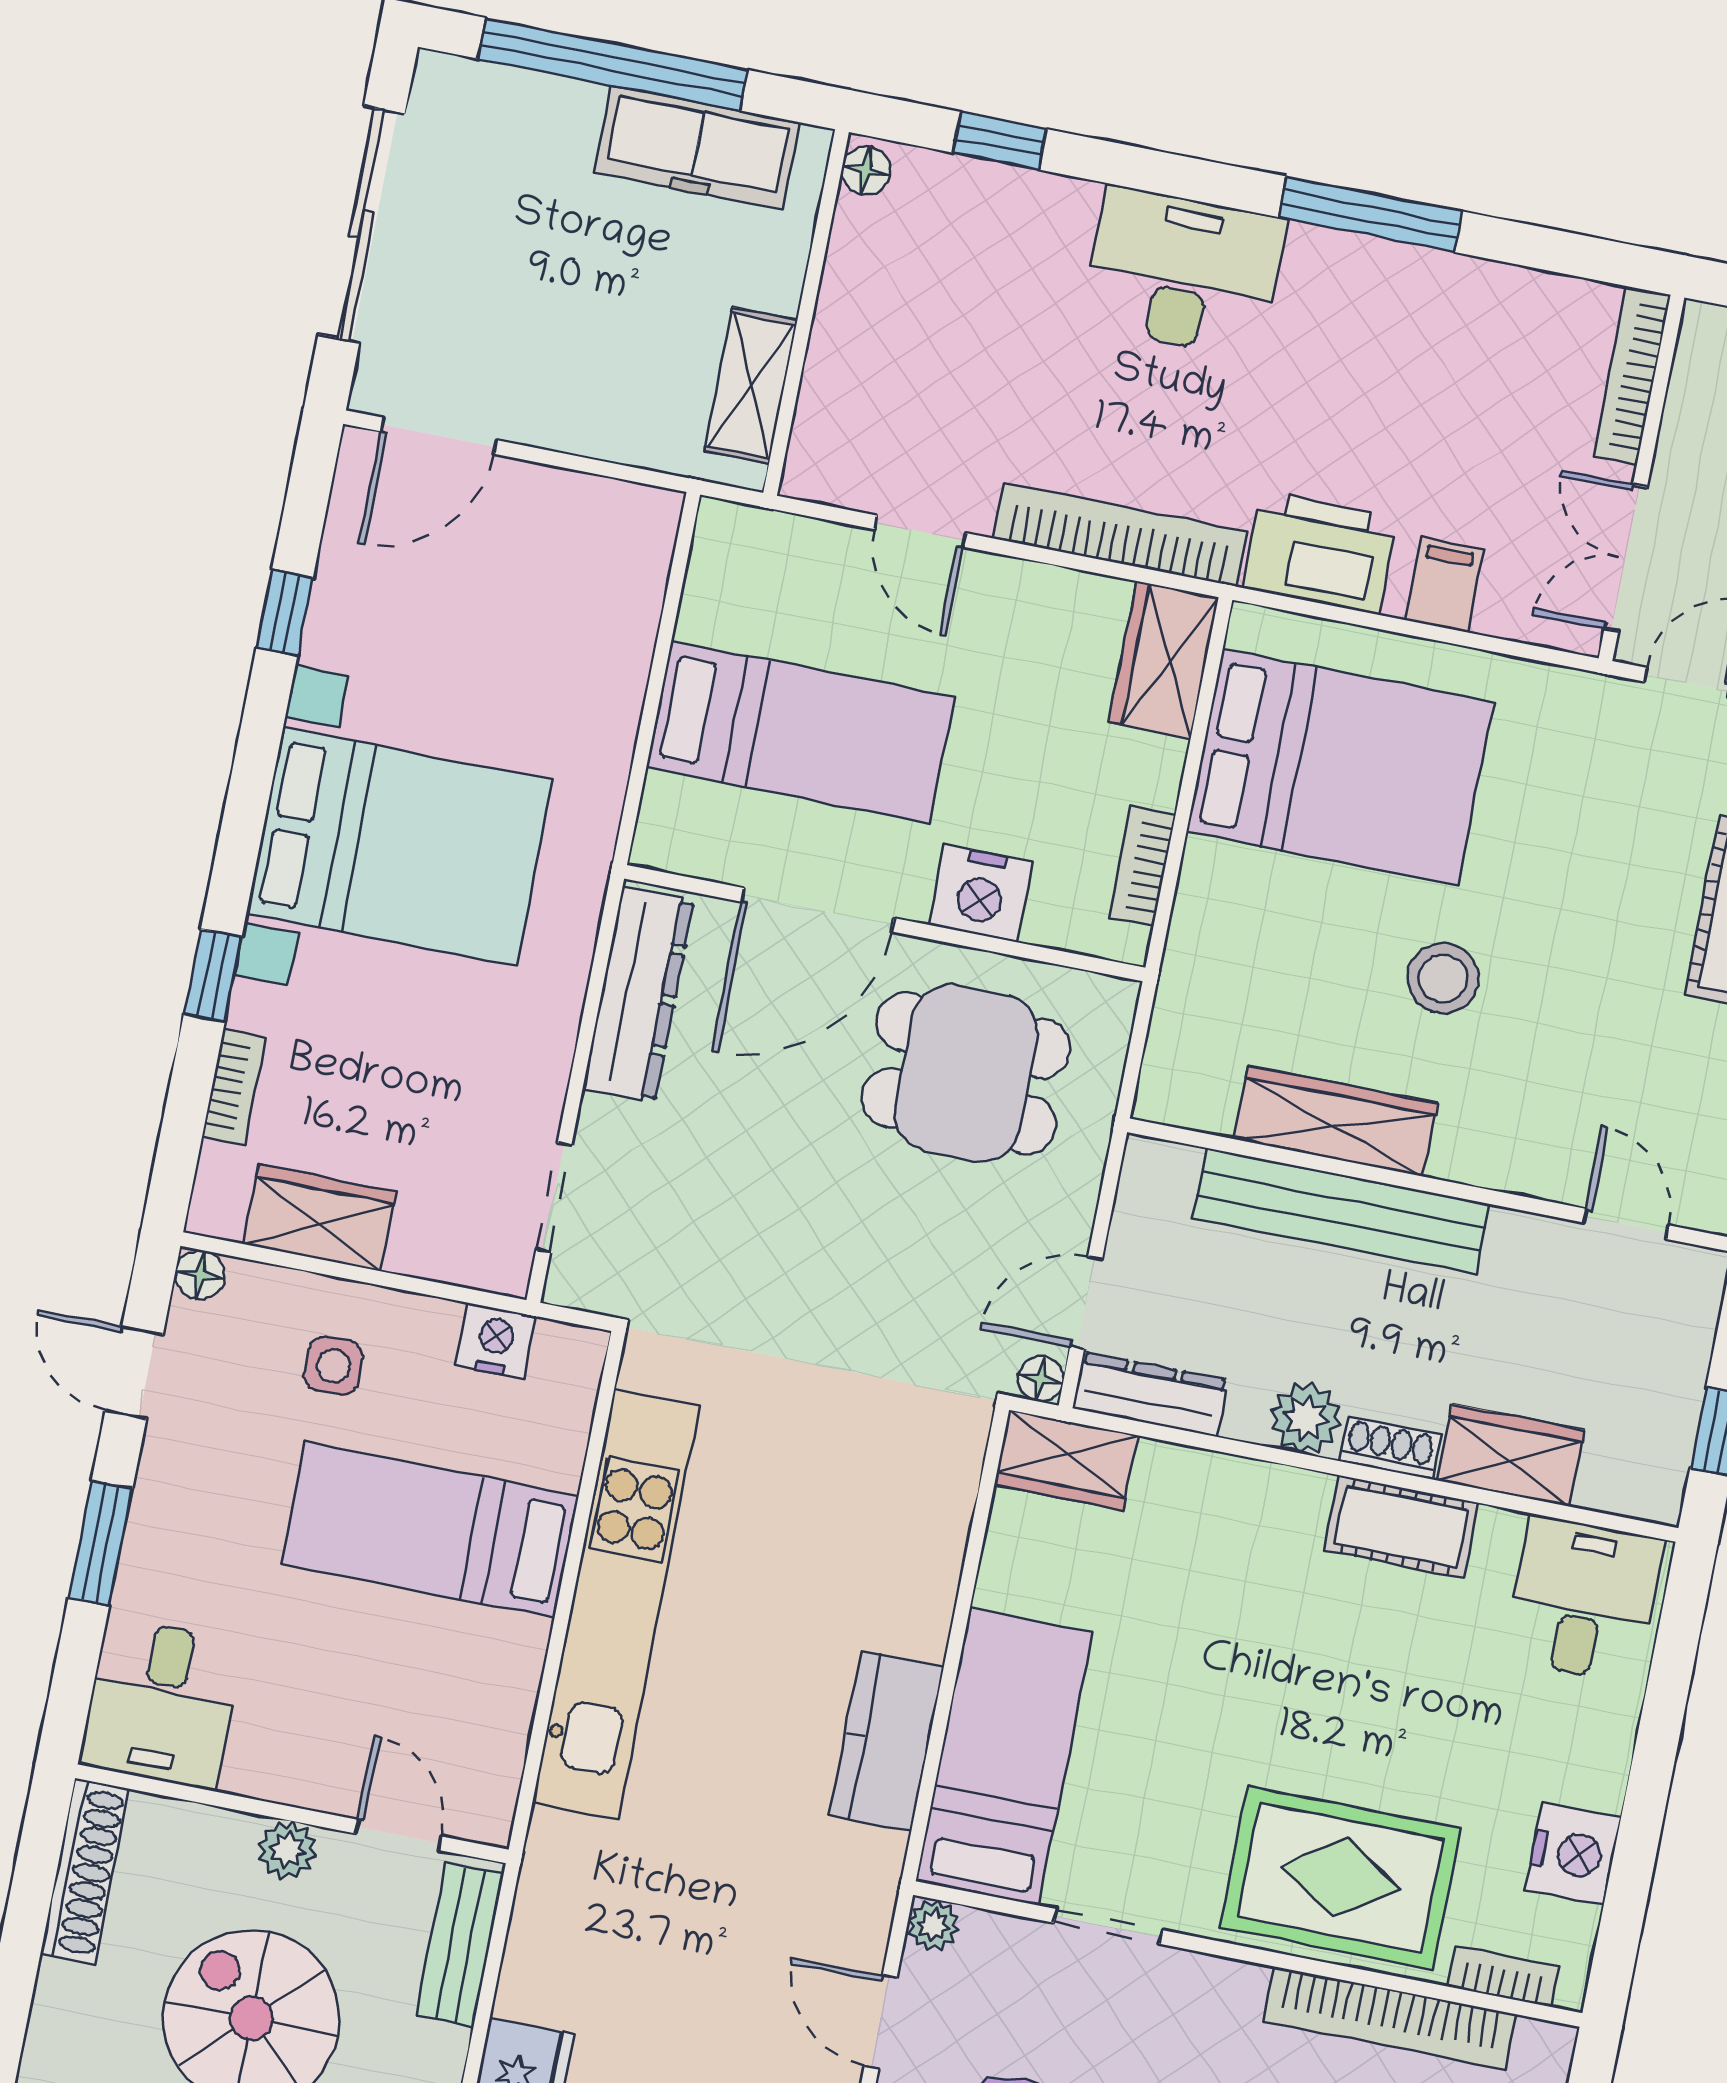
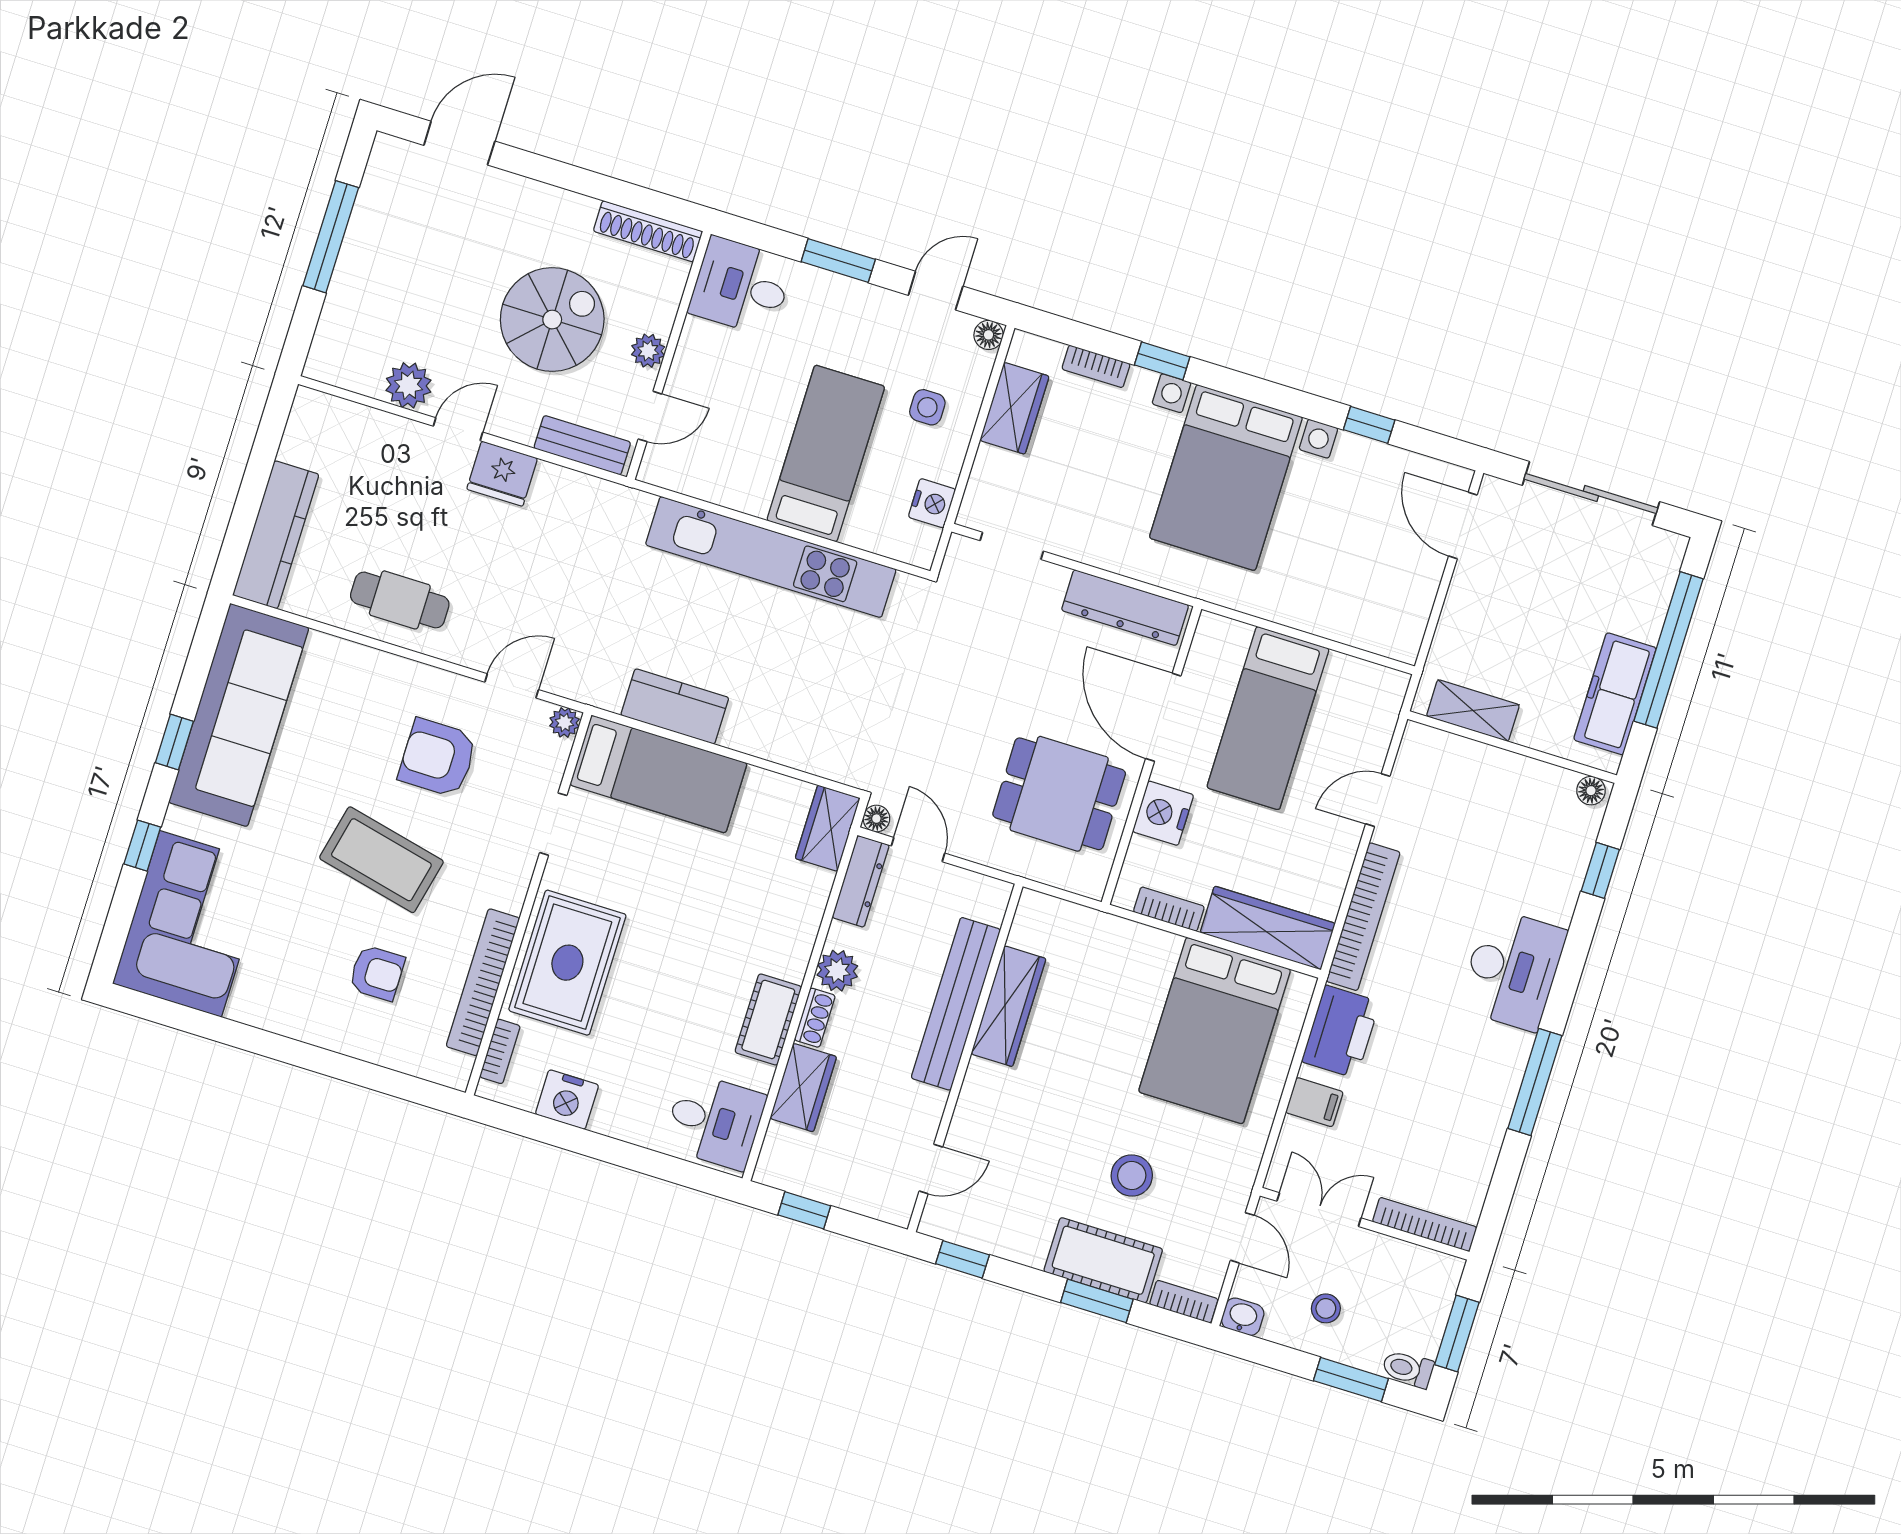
wardrobe: (1164, 660) -> (1268, 928), width x1.50
stool: (1443, 978) -> (1132, 1176), moved
dining table: (966, 1073) -> (1059, 794), turned 90

